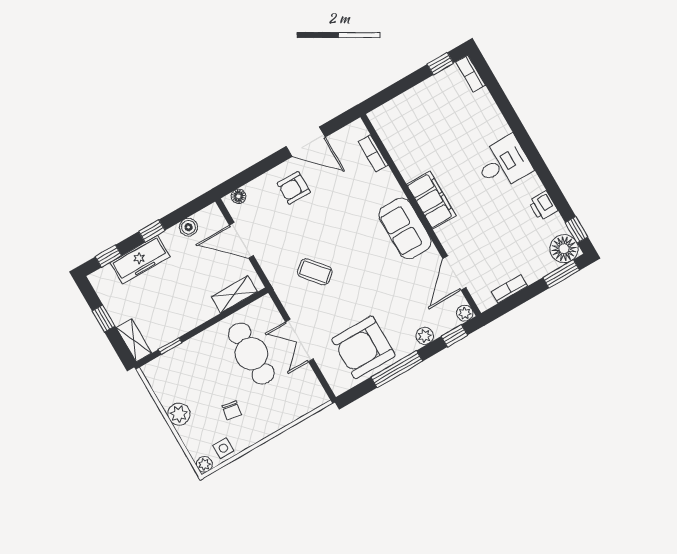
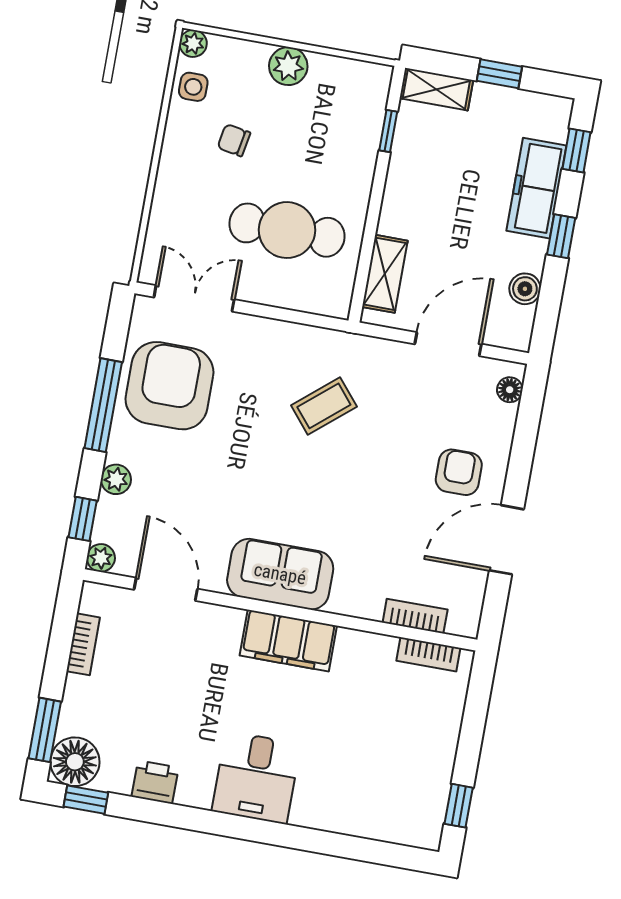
bookcase: (471, 74) -> (428, 654), moved, turned 180
double door: (299, 340) -> (194, 298), moved

